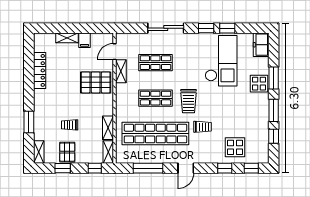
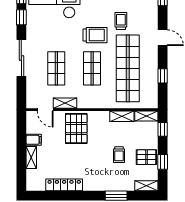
window: (148, 168) -> (163, 76), width x0.46

